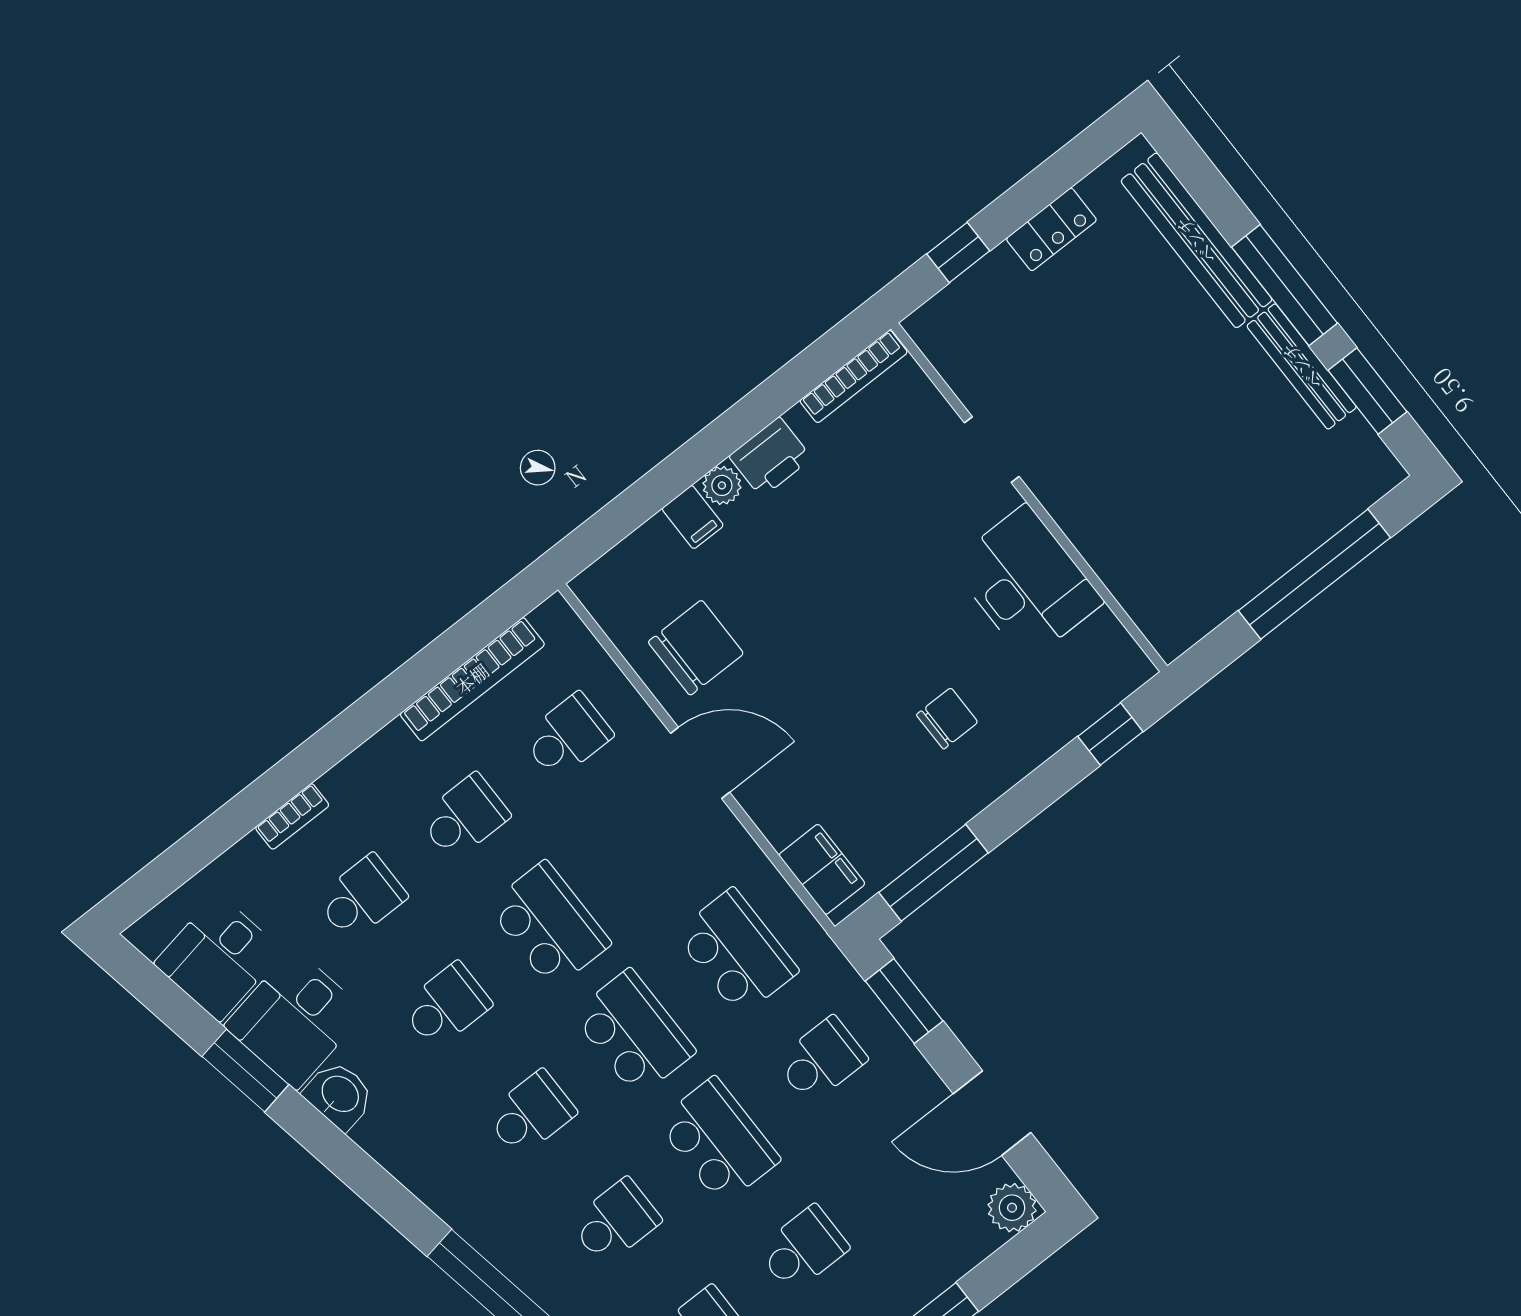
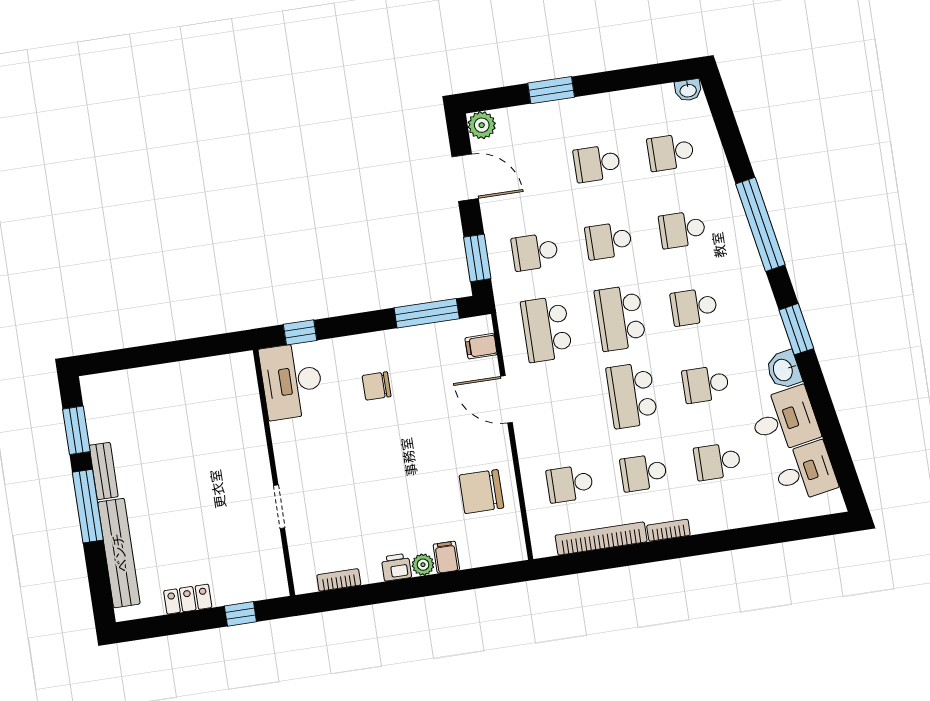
bench: (1302, 366) -> (104, 471), width x0.73
bookcase: (854, 376) -> (339, 580), width x0.64
printer: (770, 457) -> (396, 567), width x0.73, depth x0.81
window: (1314, 574) -> (154, 354), removed
desk: (1026, 583) -> (292, 381), moved
door: (700, 763) -> (506, 399), moved
bookcase: (292, 816) -> (668, 530), moved
filing cabinet: (822, 869) -> (481, 346), width x0.50
window: (245, 1071) -> (796, 329), moved
school desk: (718, 1141) -> (609, 241), width x0.54

